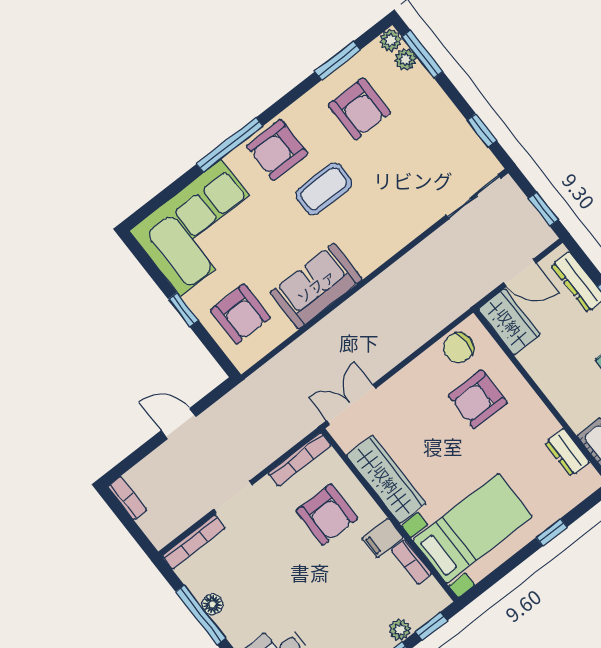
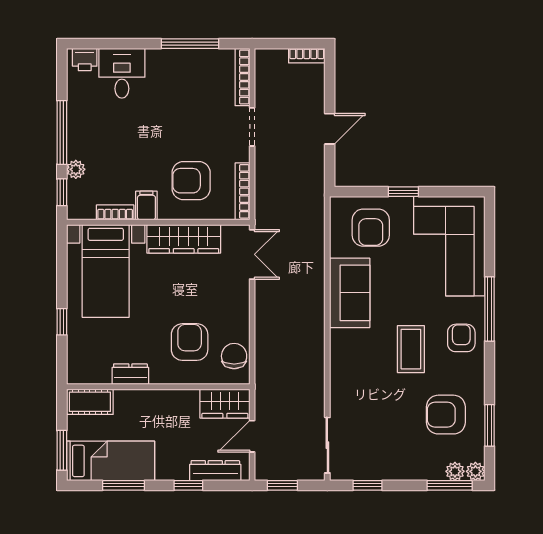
armchair: (277, 150) -> (461, 338), width x0.72, depth x0.72
armchair: (240, 314) -> (371, 228), turned -90
dresser: (567, 452) -> (130, 374), moved
floor lamp: (212, 604) -> (191, 57), removed

